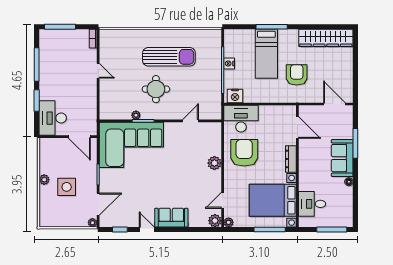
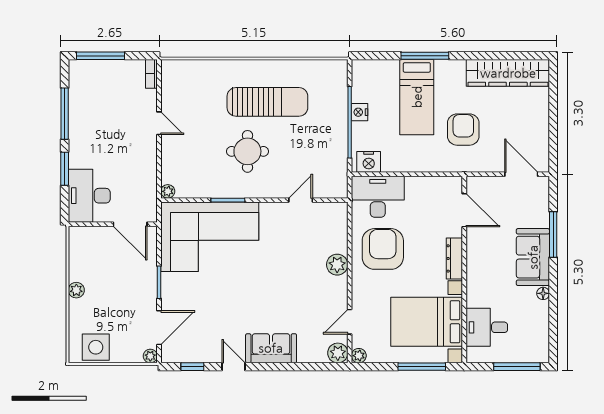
plant: (136, 115) -> (168, 191), moved
side table: (67, 187) -> (96, 347), moved

